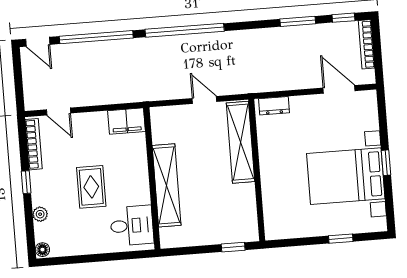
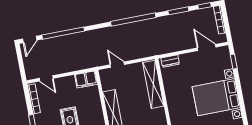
window: (185, 30) -> (133, 20), moved
door: (38, 42) -> (30, 39), hinge flipped
door: (204, 100) -> (117, 65), moved
window: (386, 163) -> (234, 62), moved

